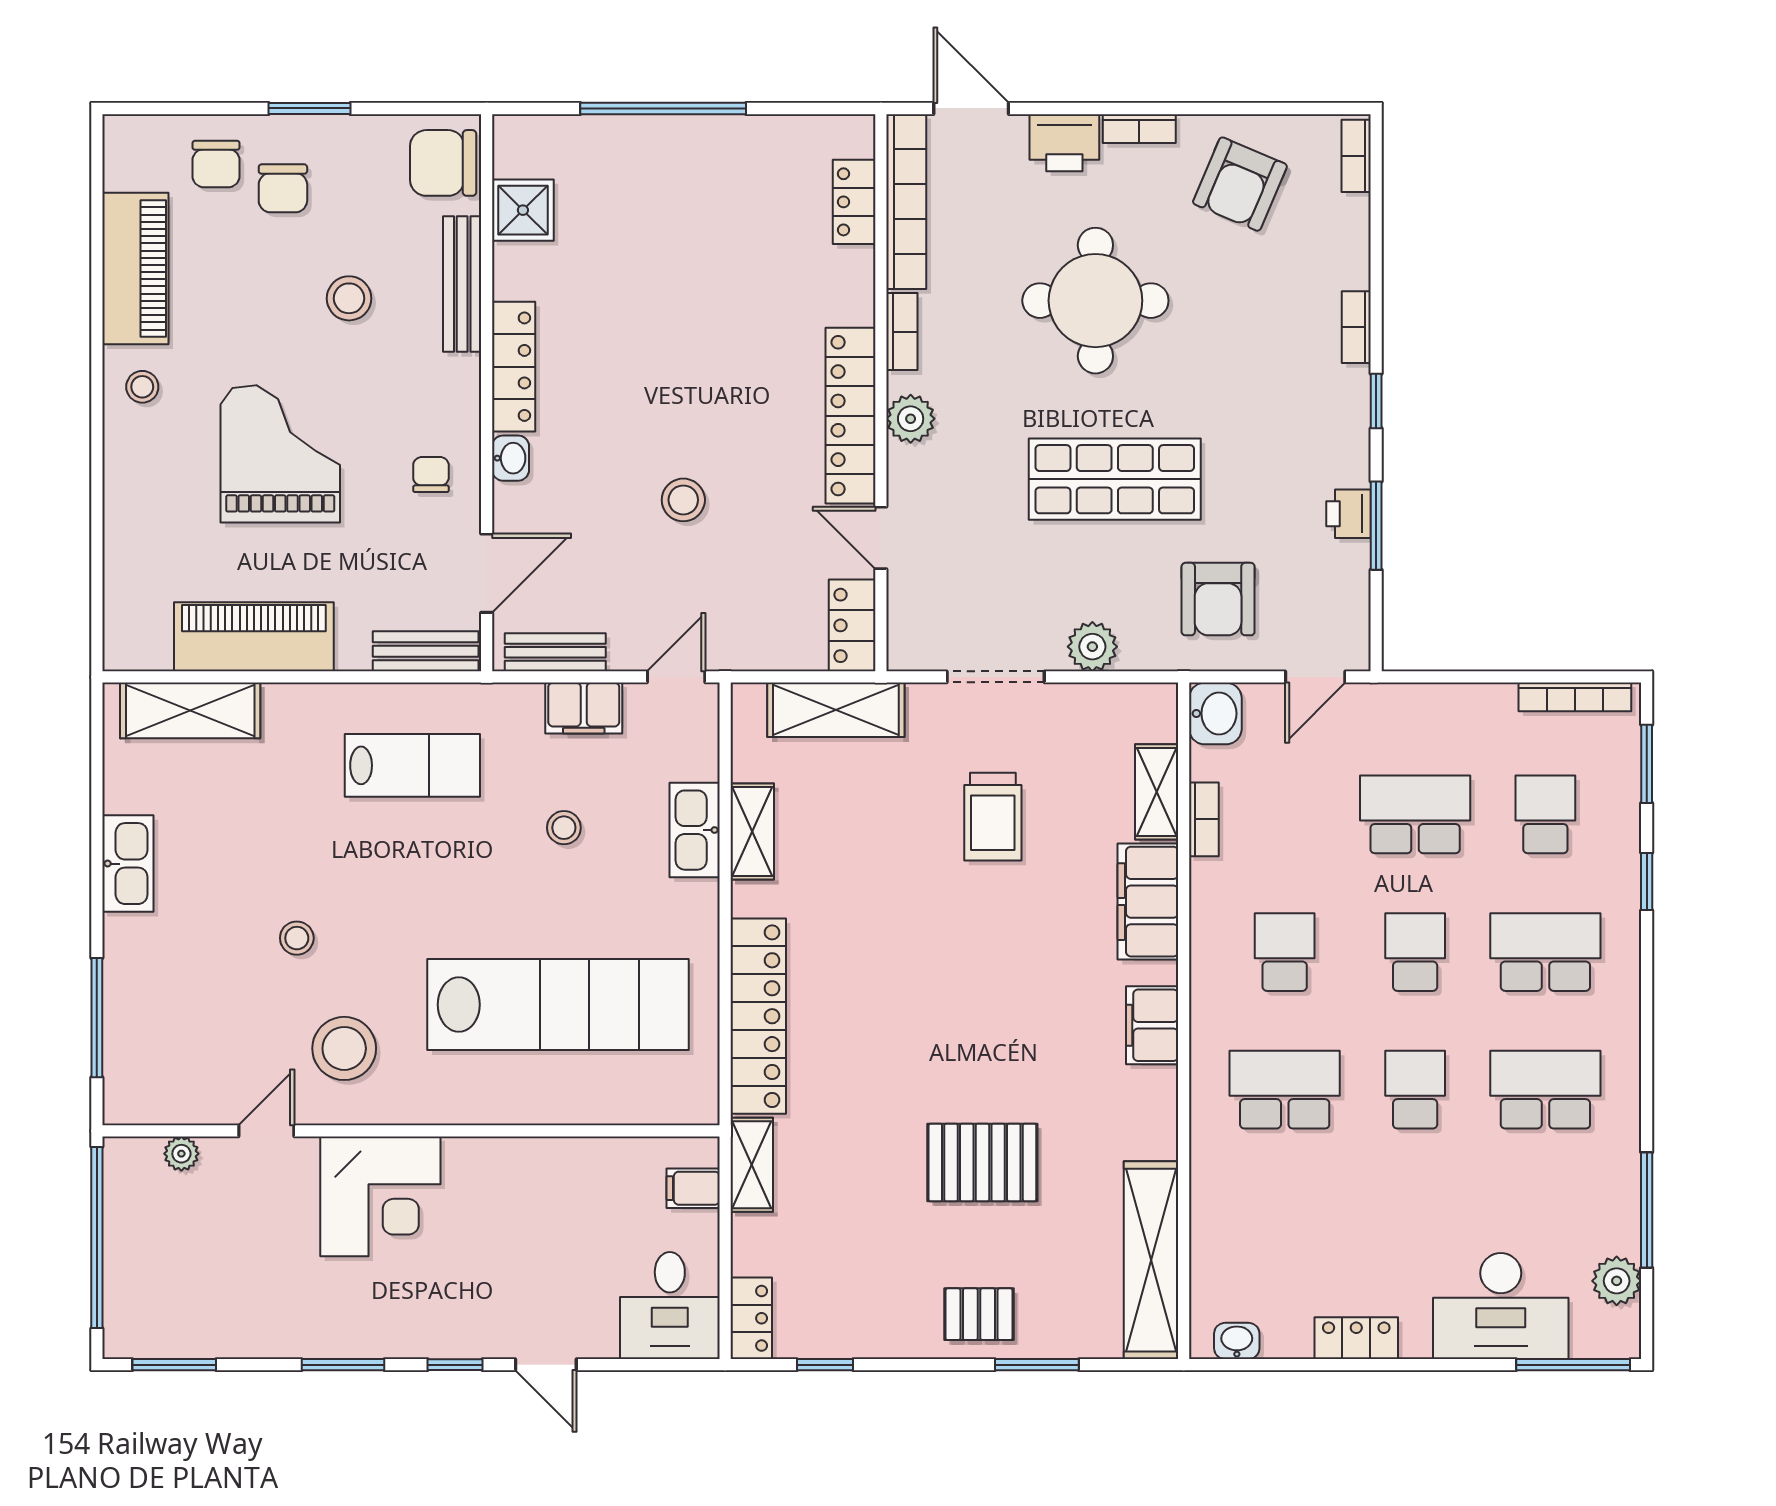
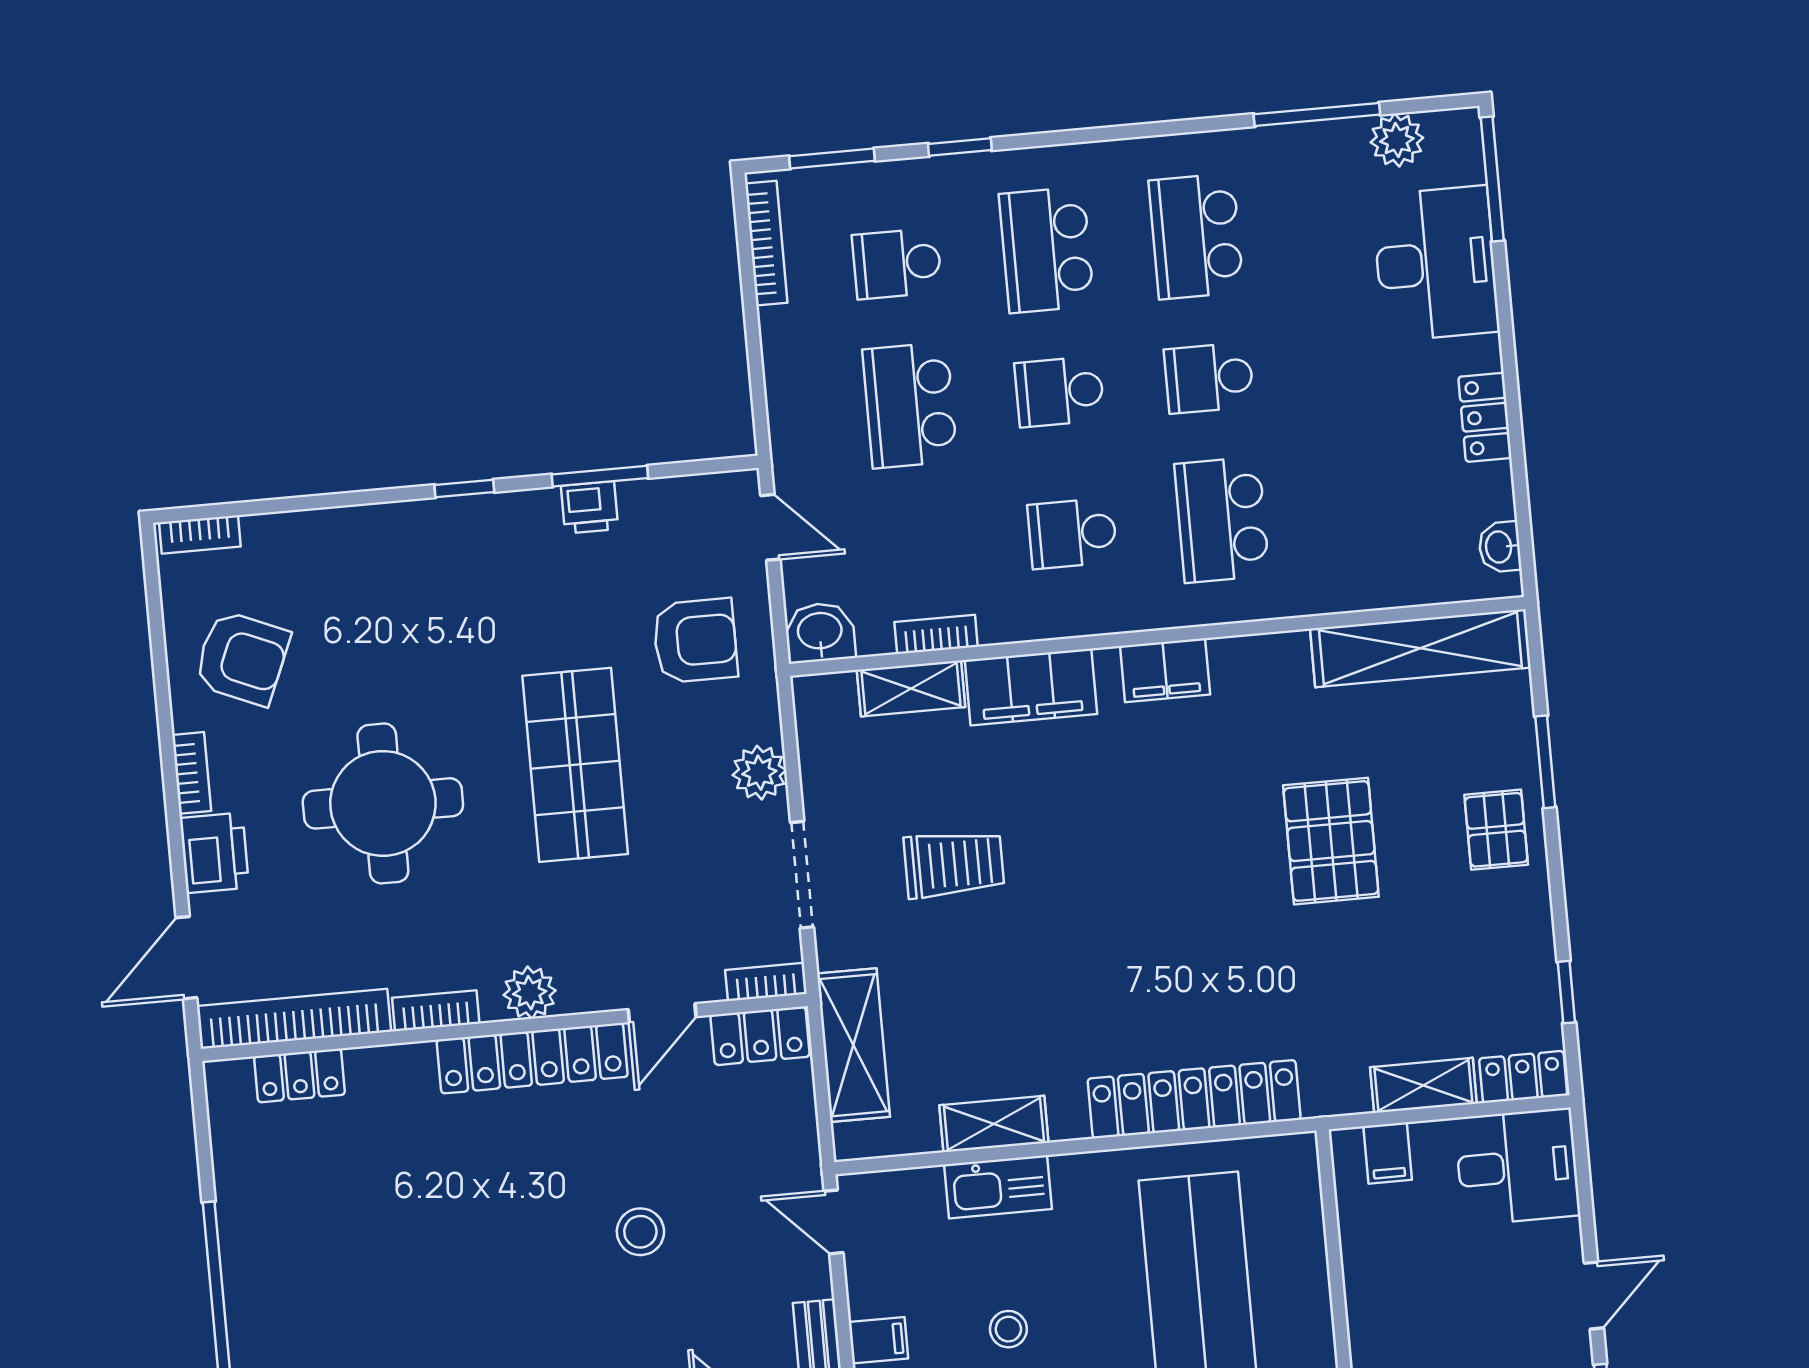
bookcase: (1356, 327) -> (766, 982), moved, turned 180
filing cabinet: (584, 708) -> (878, 1340), width x0.50
shelving: (752, 1165) -> (1423, 1085), moved

